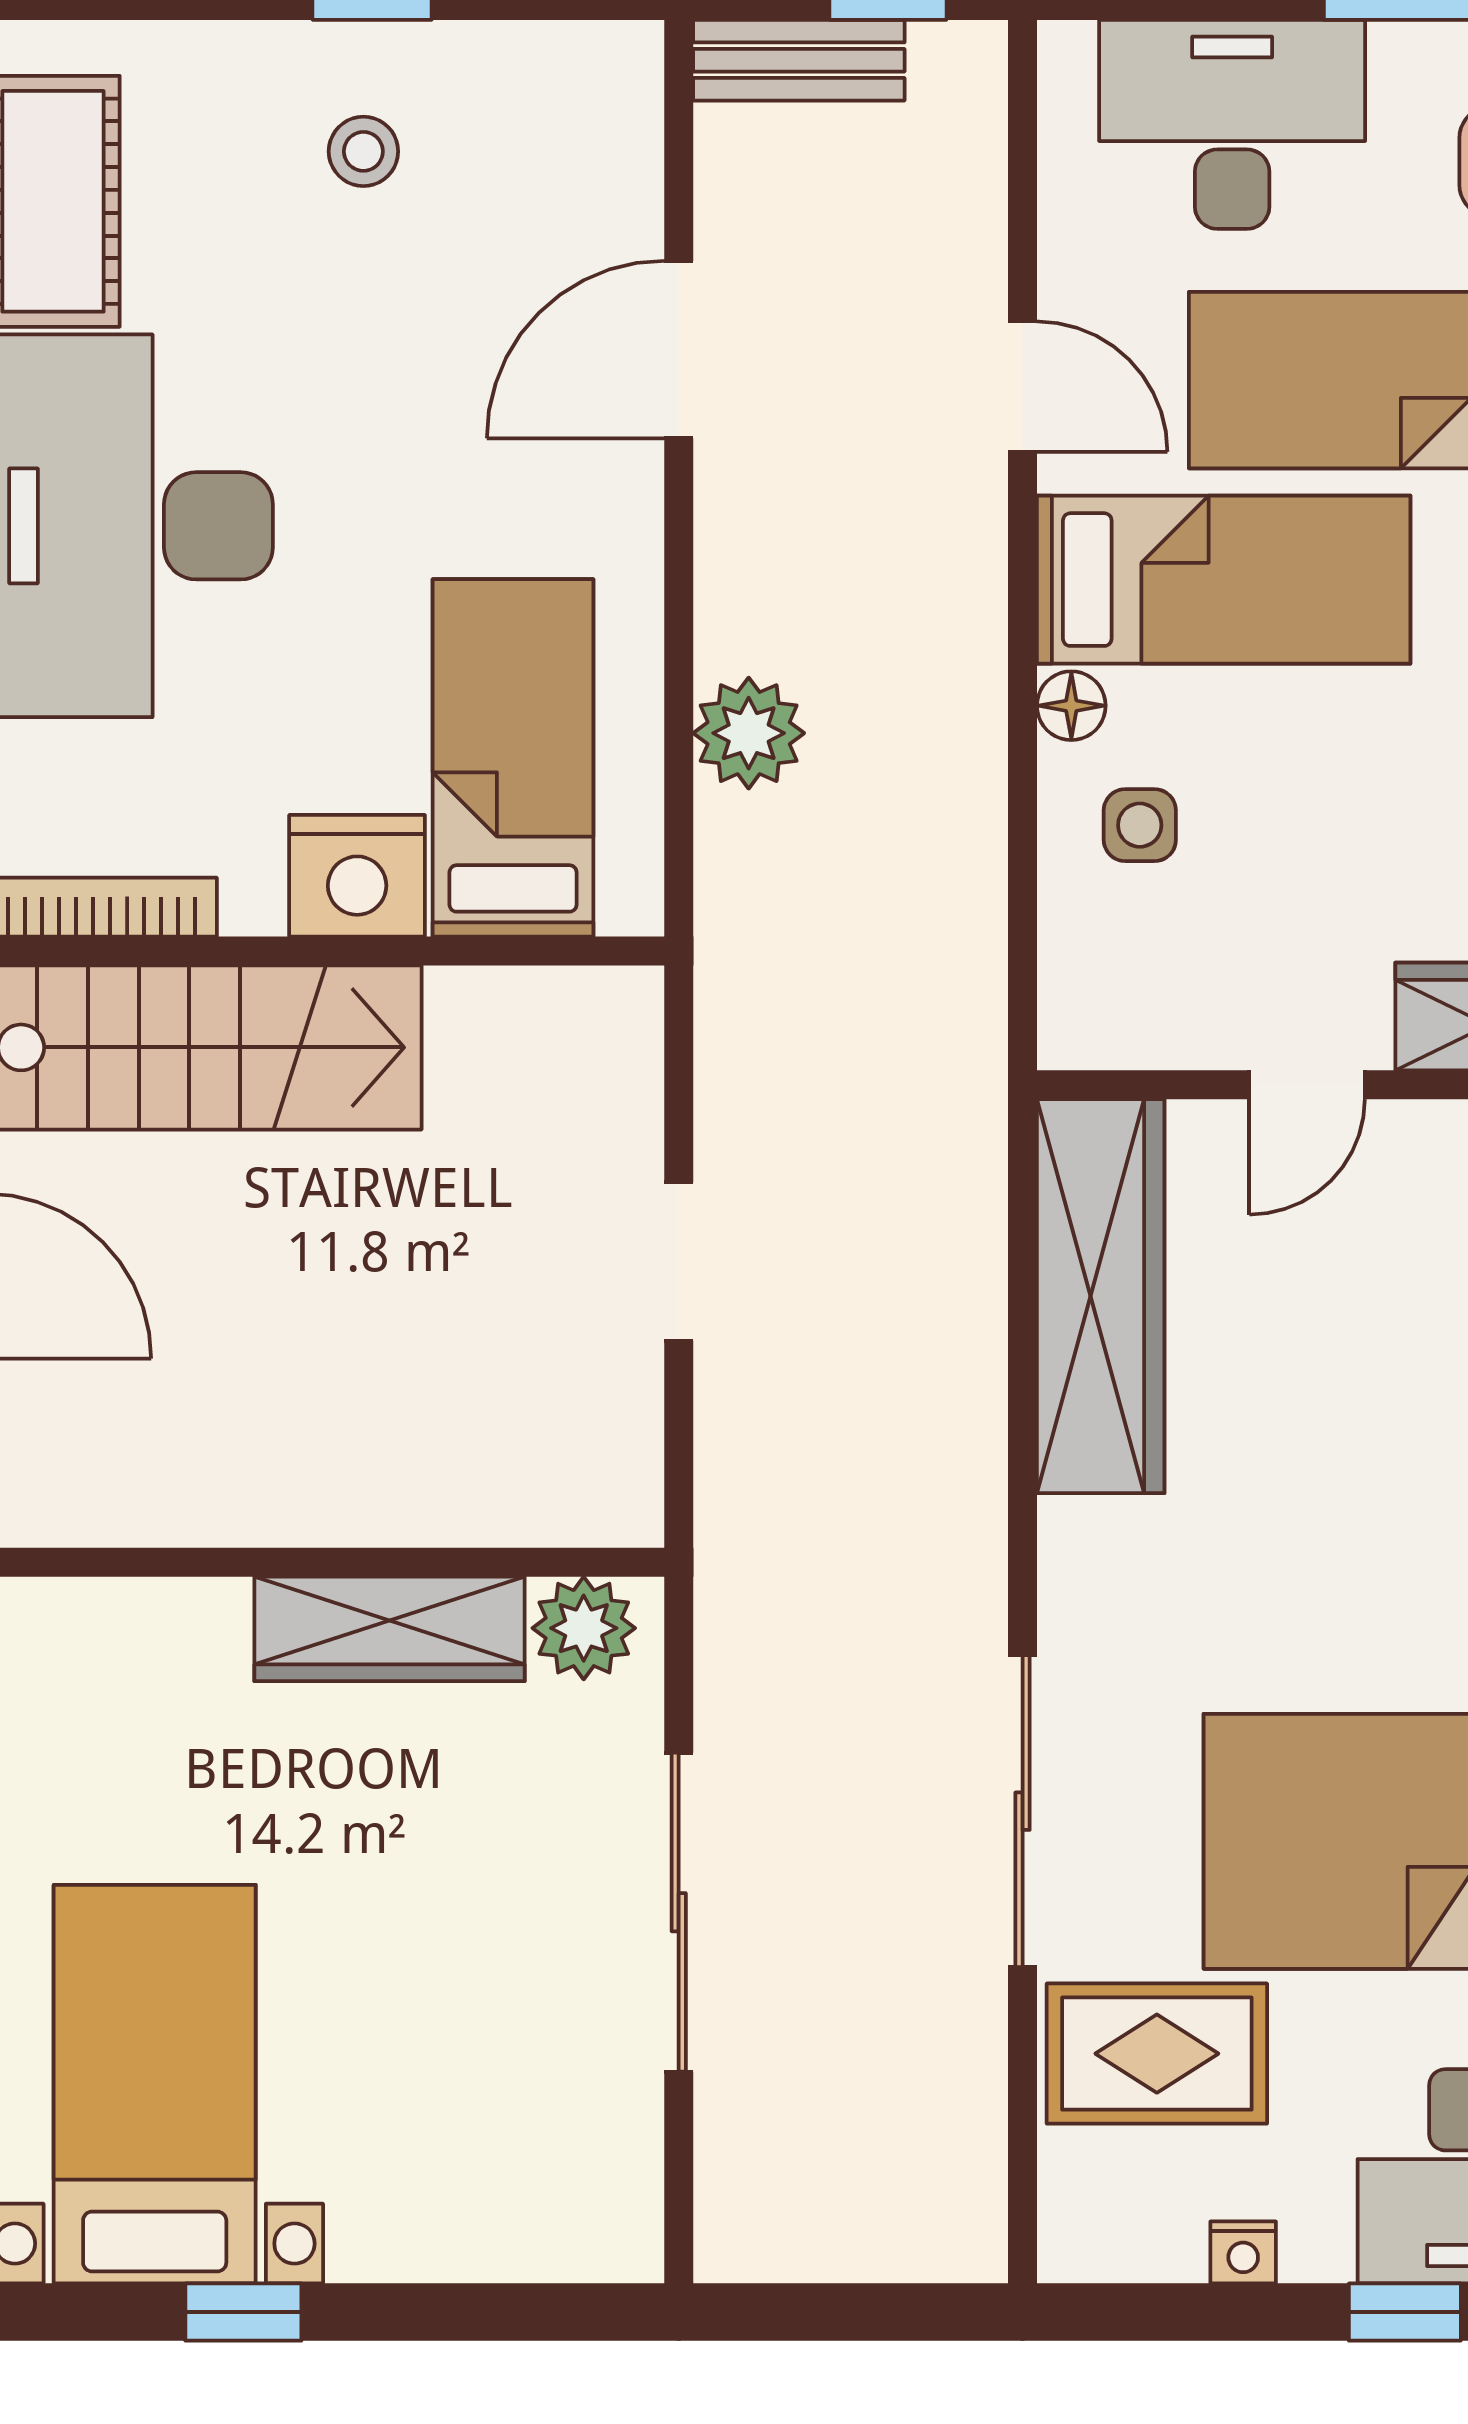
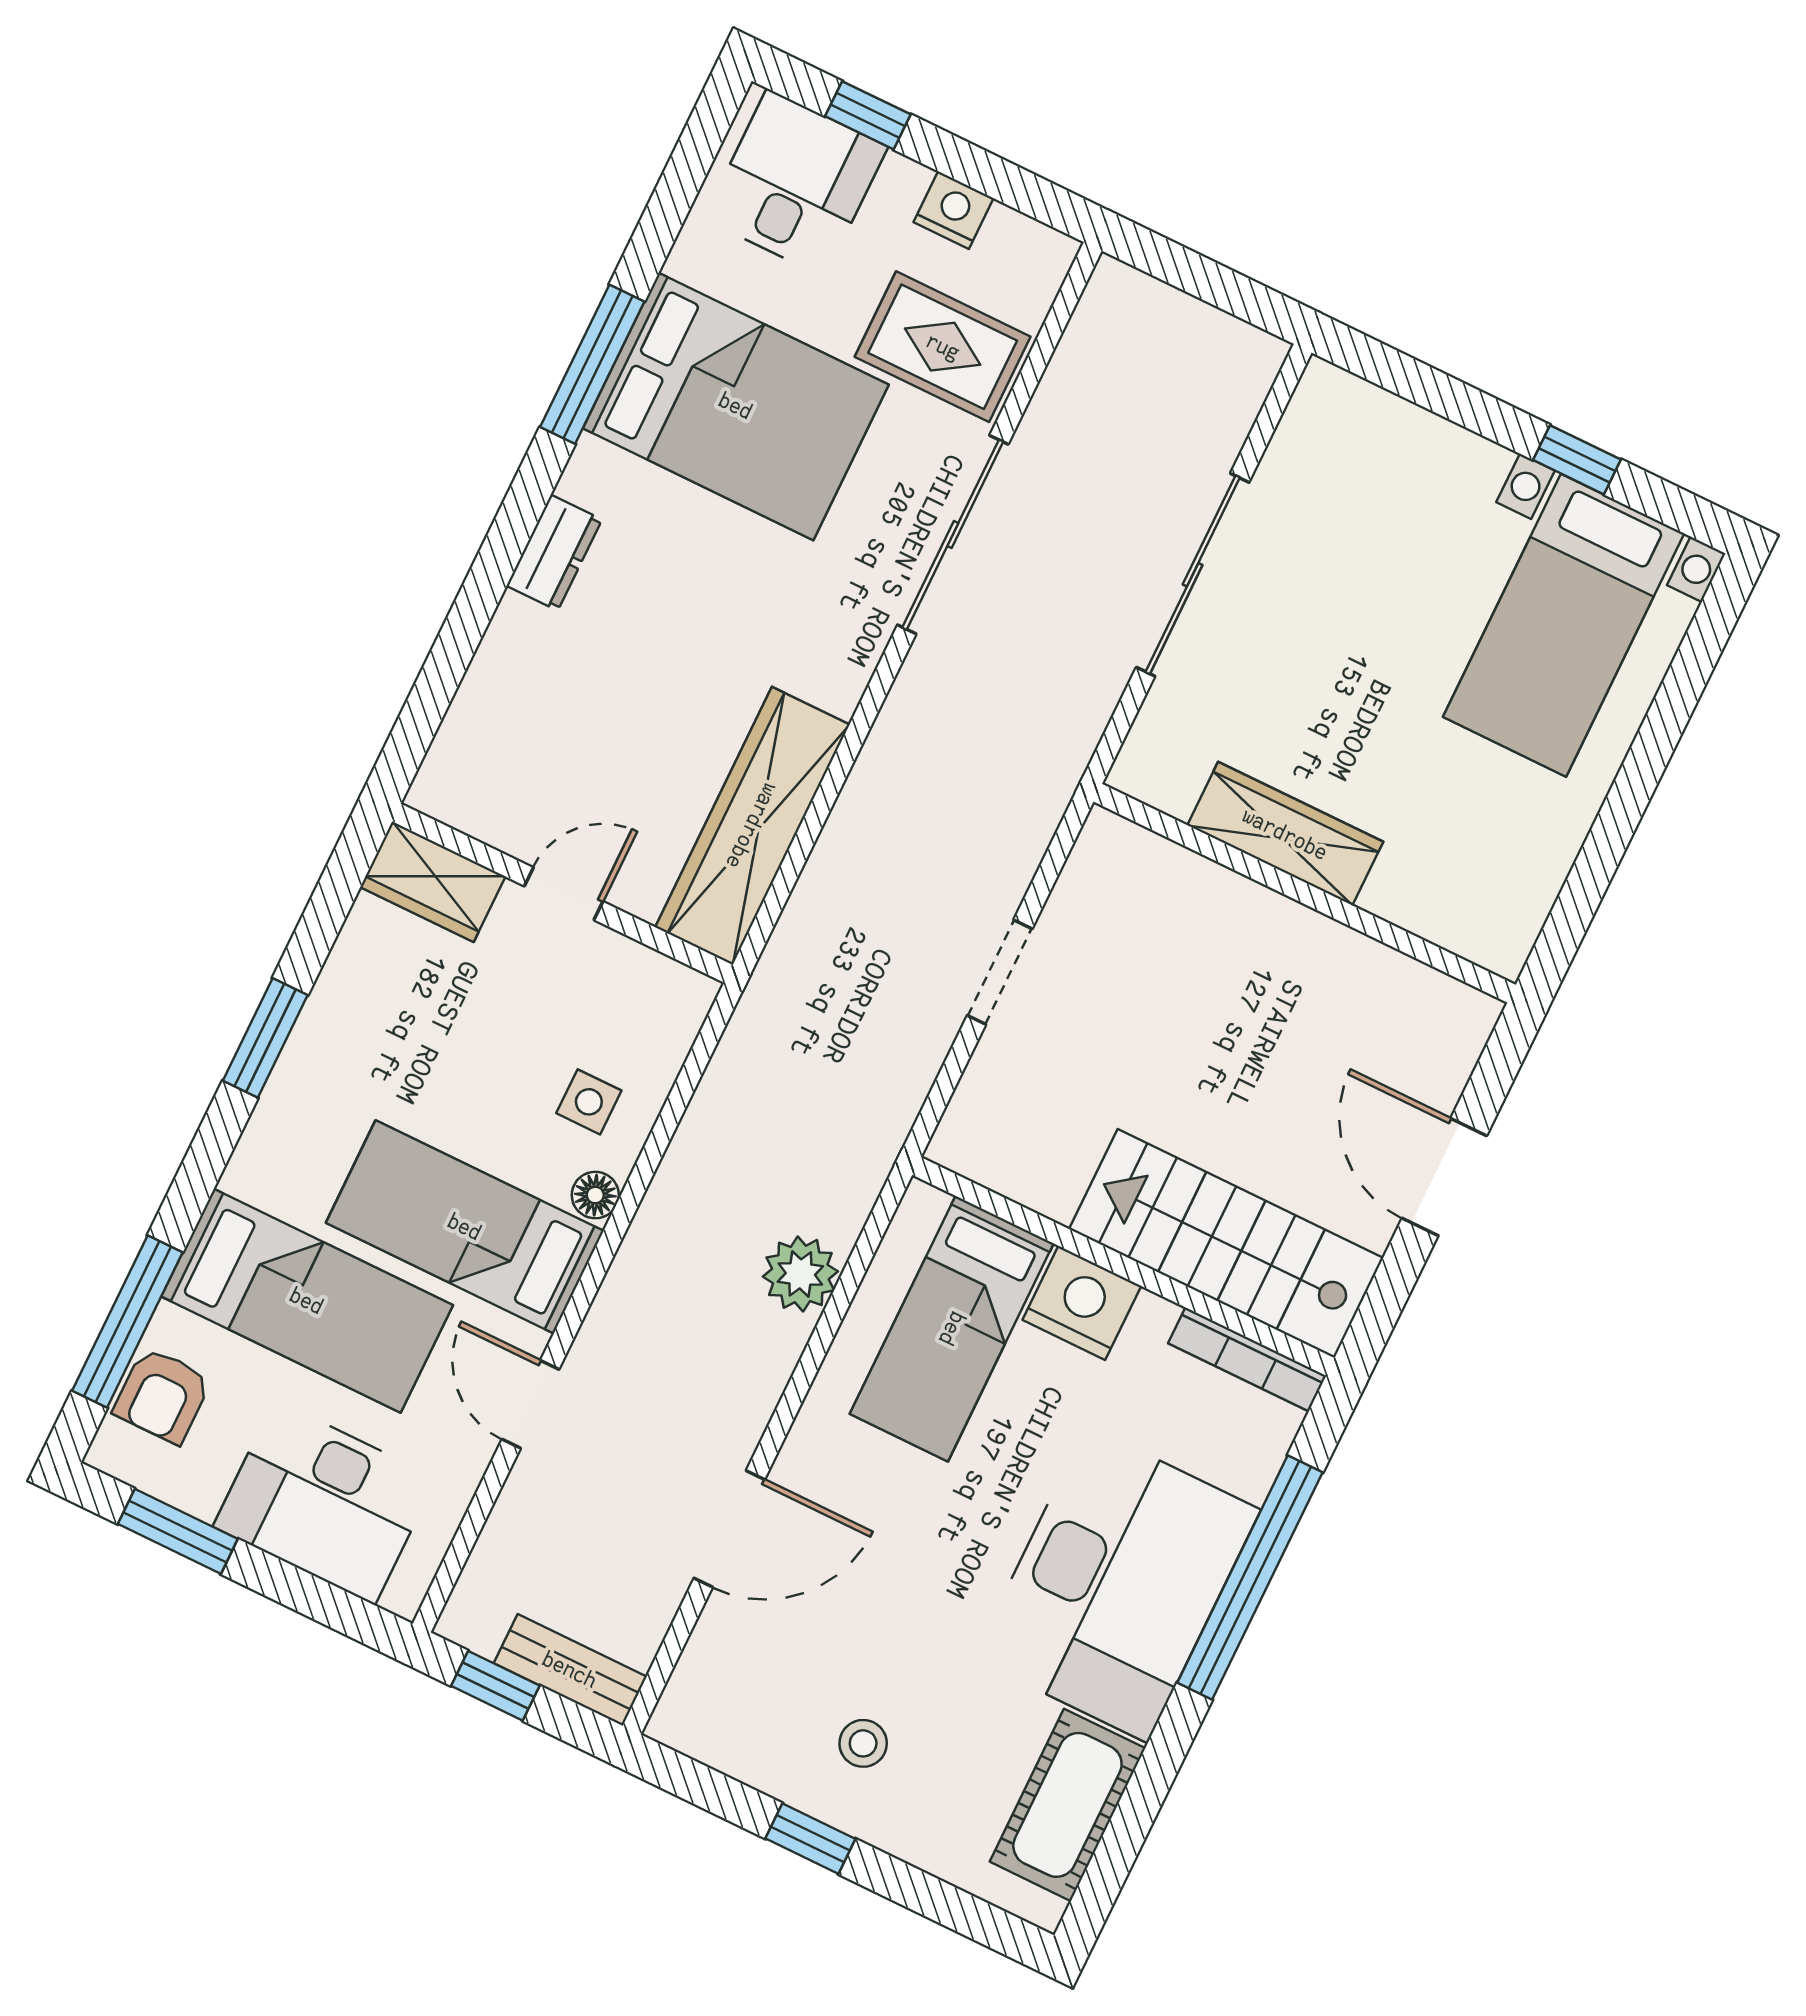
plant: (584, 1628) -> (1166, 776), removed
nightstand: (1243, 2252) -> (953, 210), width x1.39, depth x1.35

